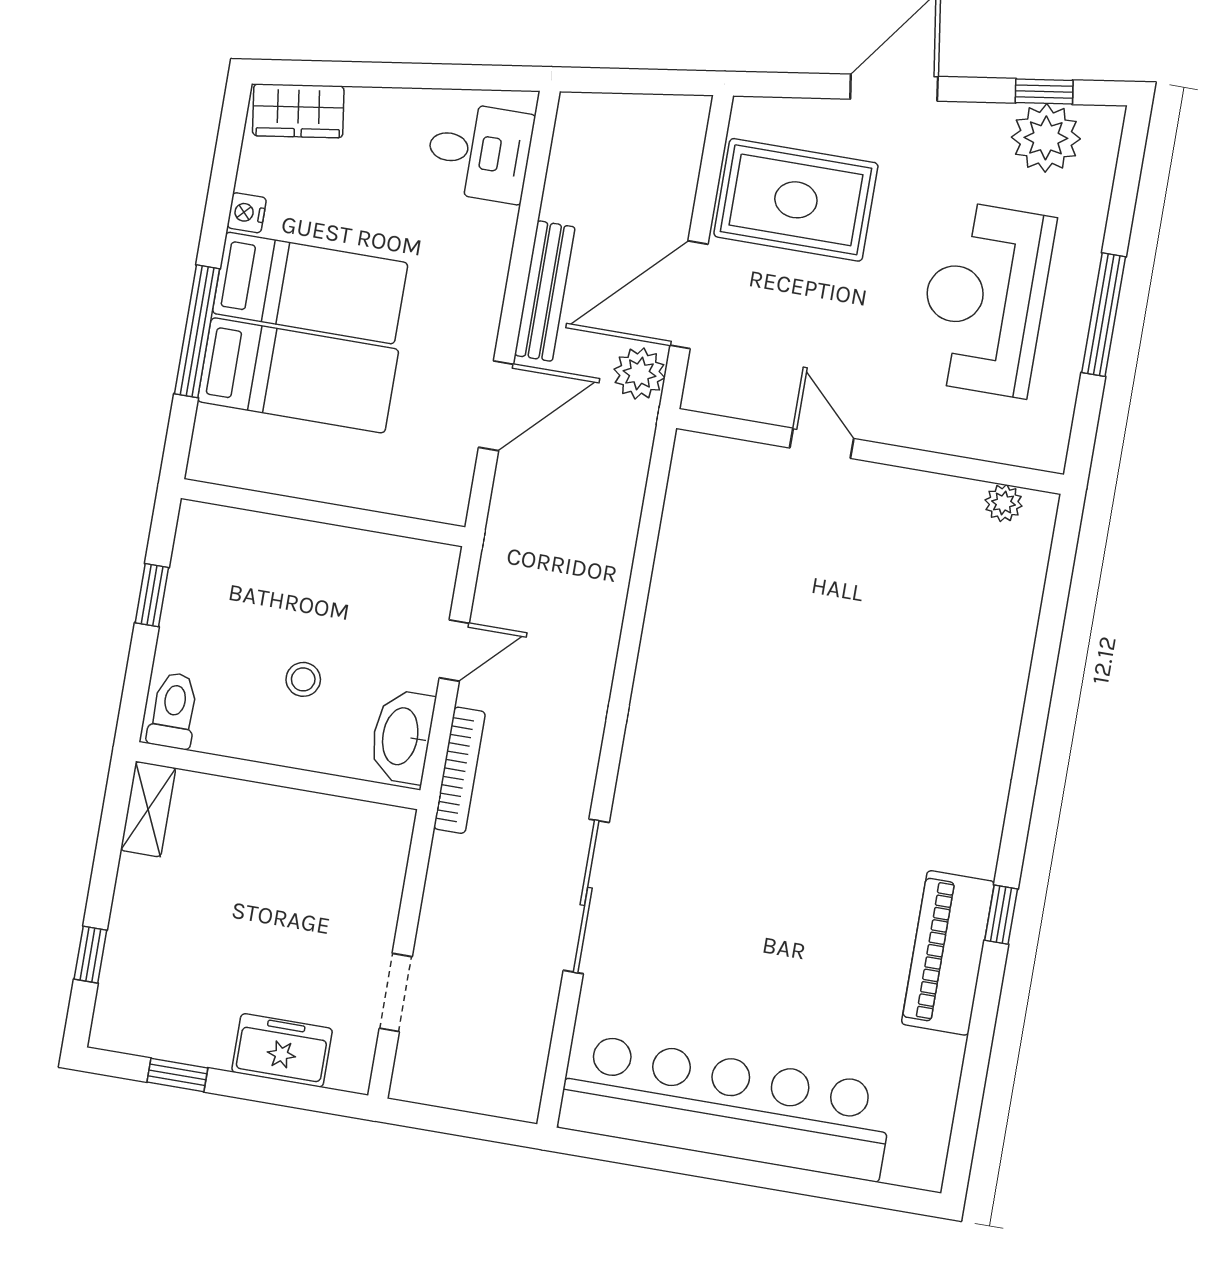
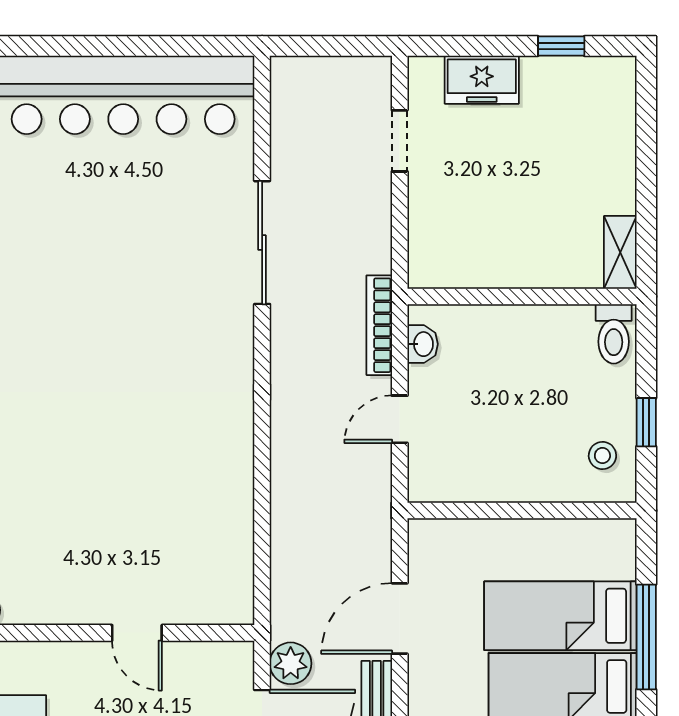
stool: (303, 679) -> (602, 455), moved
washbasin: (402, 737) -> (423, 344), width x0.52, depth x0.69
window: (90, 955) -> (646, 129), removed

